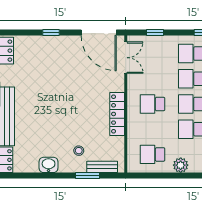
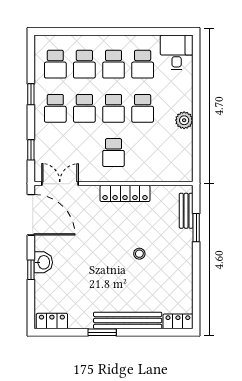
door: (99, 32) -> (31, 215), hinge flipped
stool: (79, 151) -> (139, 254), moved
school desk: (153, 154) -> (172, 153), removed
washbasin: (49, 165) -> (43, 262), moved, turned 180

